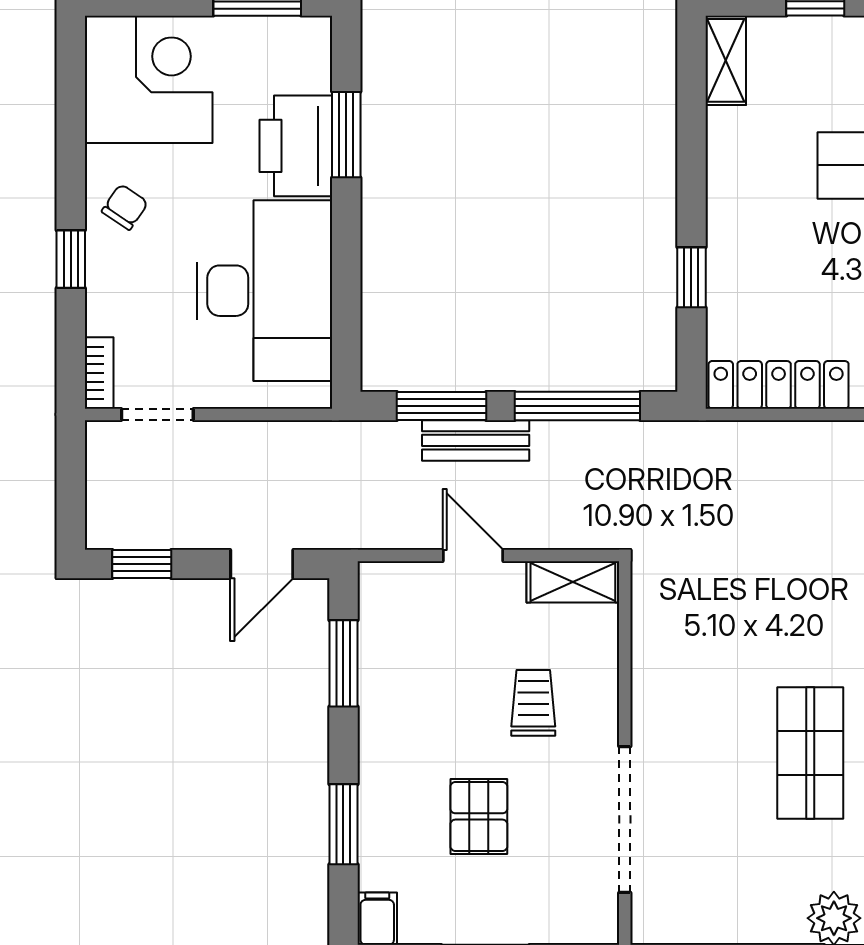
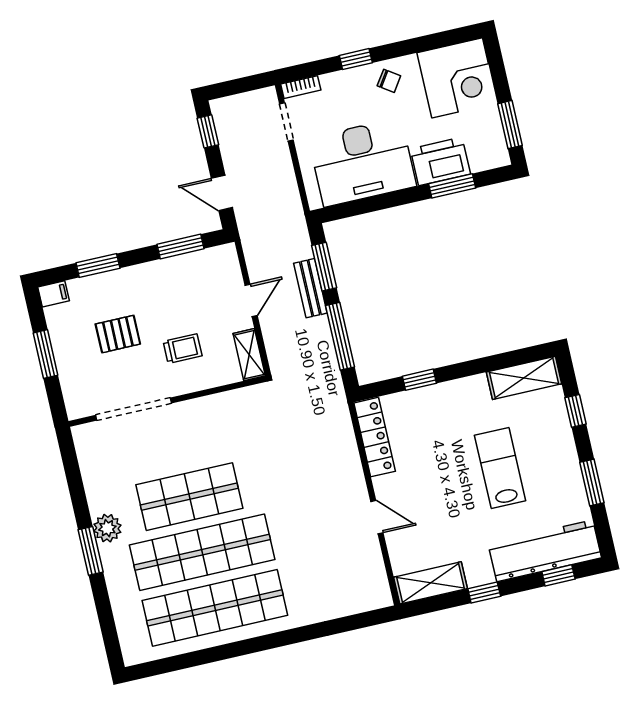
shelving: (726, 60) -> (524, 378), width x1.50, depth x1.33
shop shelf: (810, 753) -> (189, 497), width x1.43, depth x1.36

